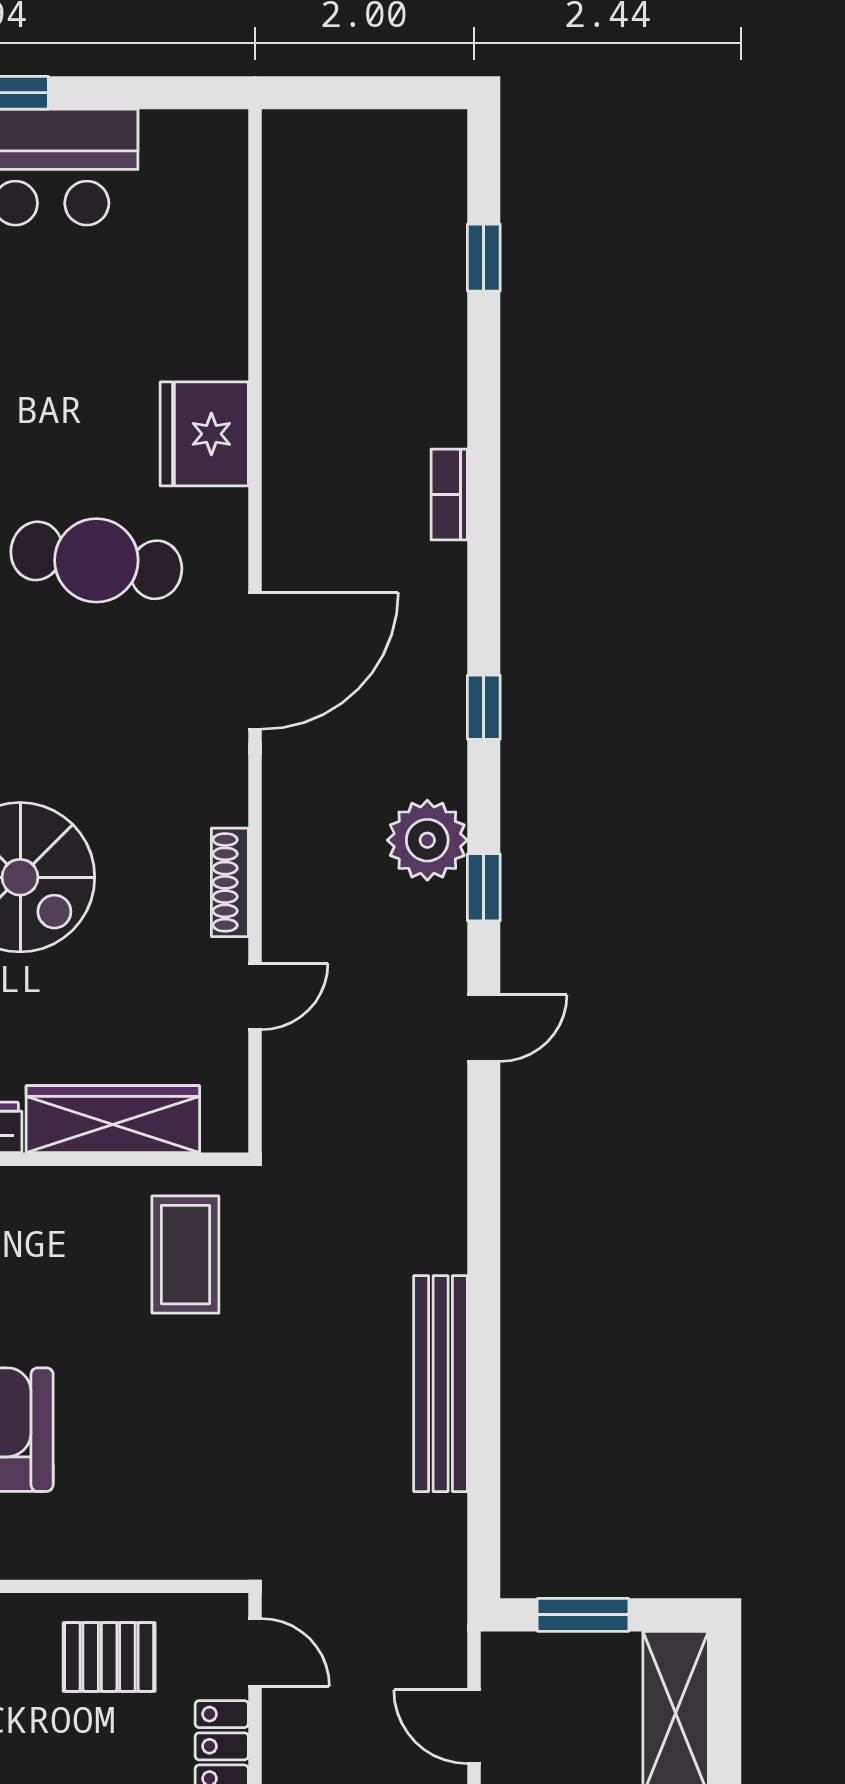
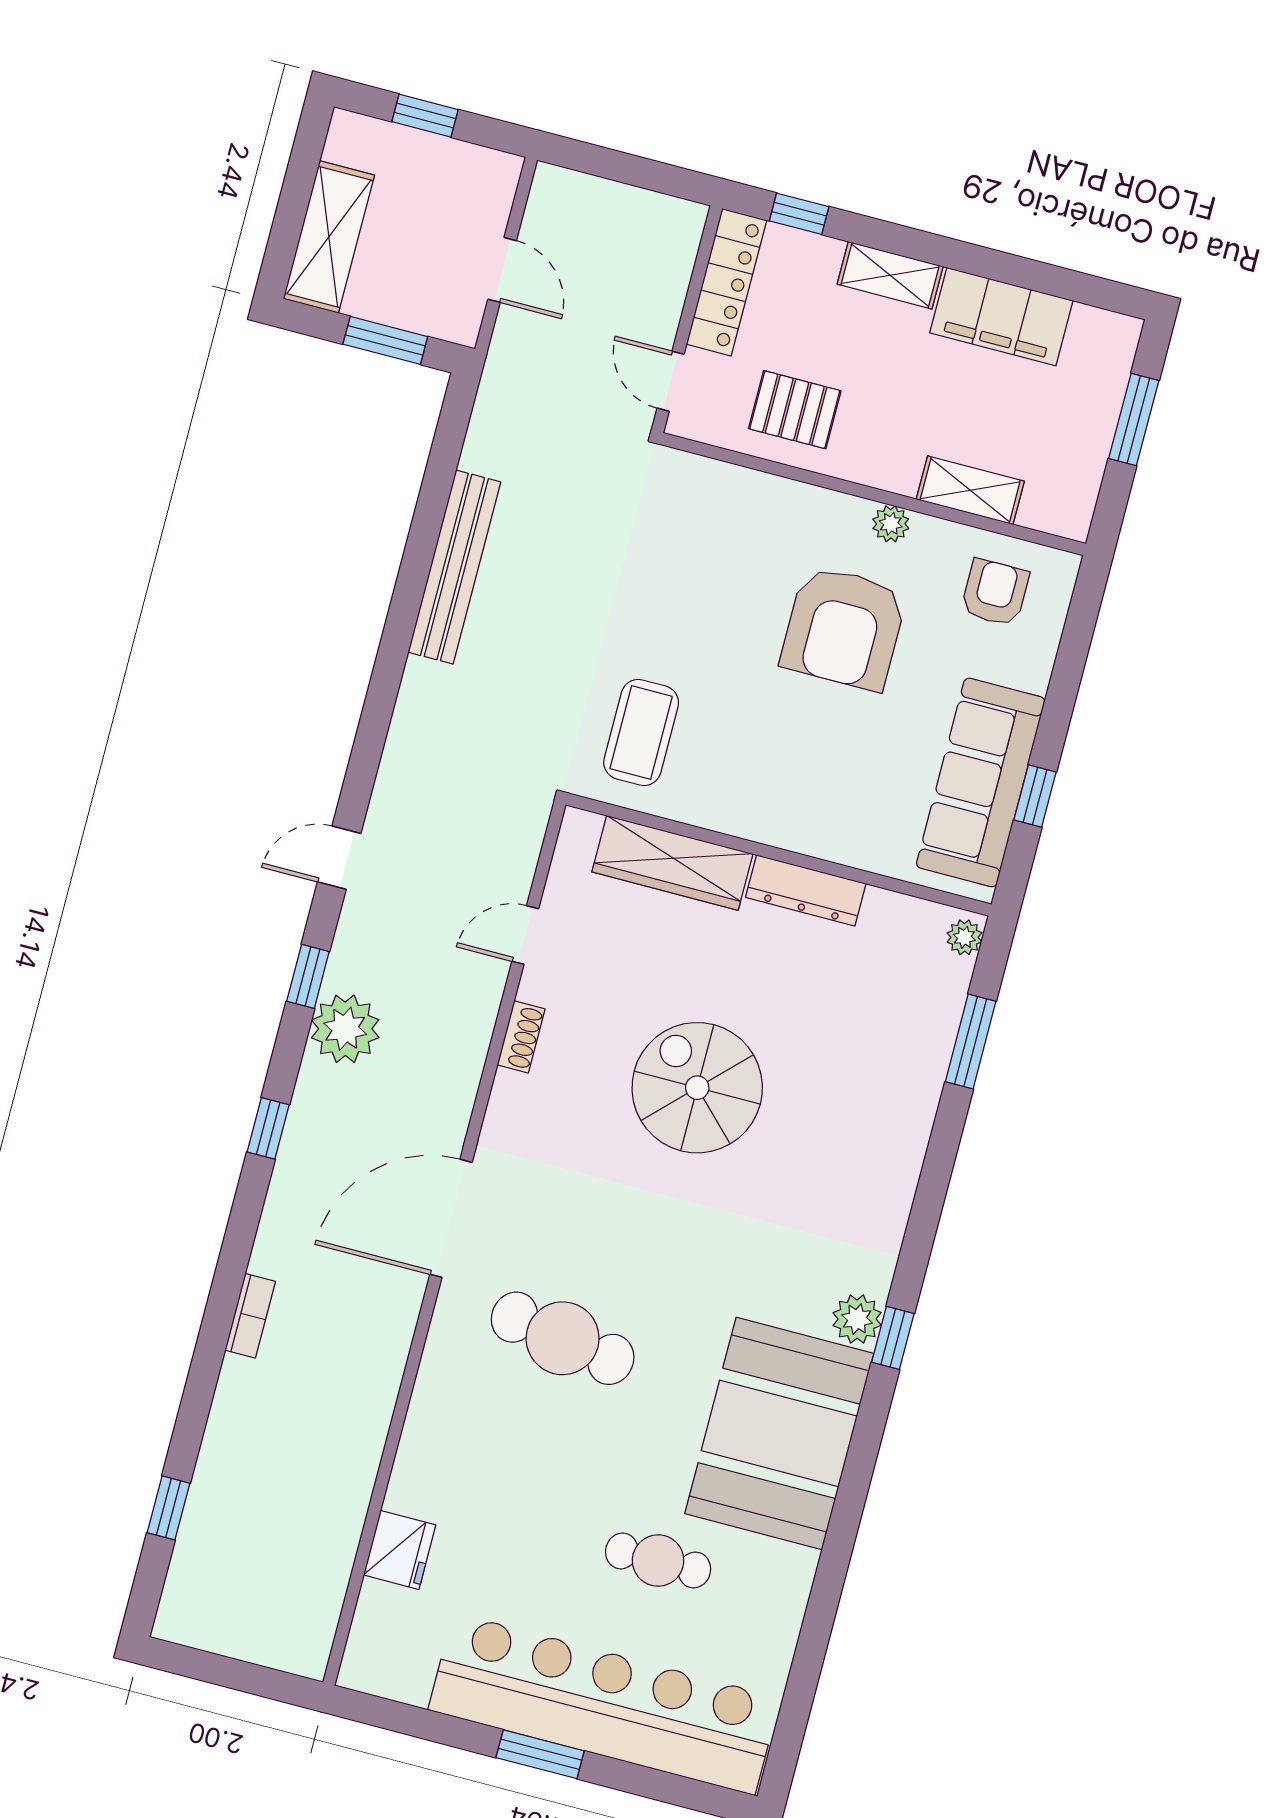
fridge: (204, 434) -> (400, 1550), moved, width x0.73, depth x0.75
shoe rack: (230, 882) -> (521, 1037), width x0.70

